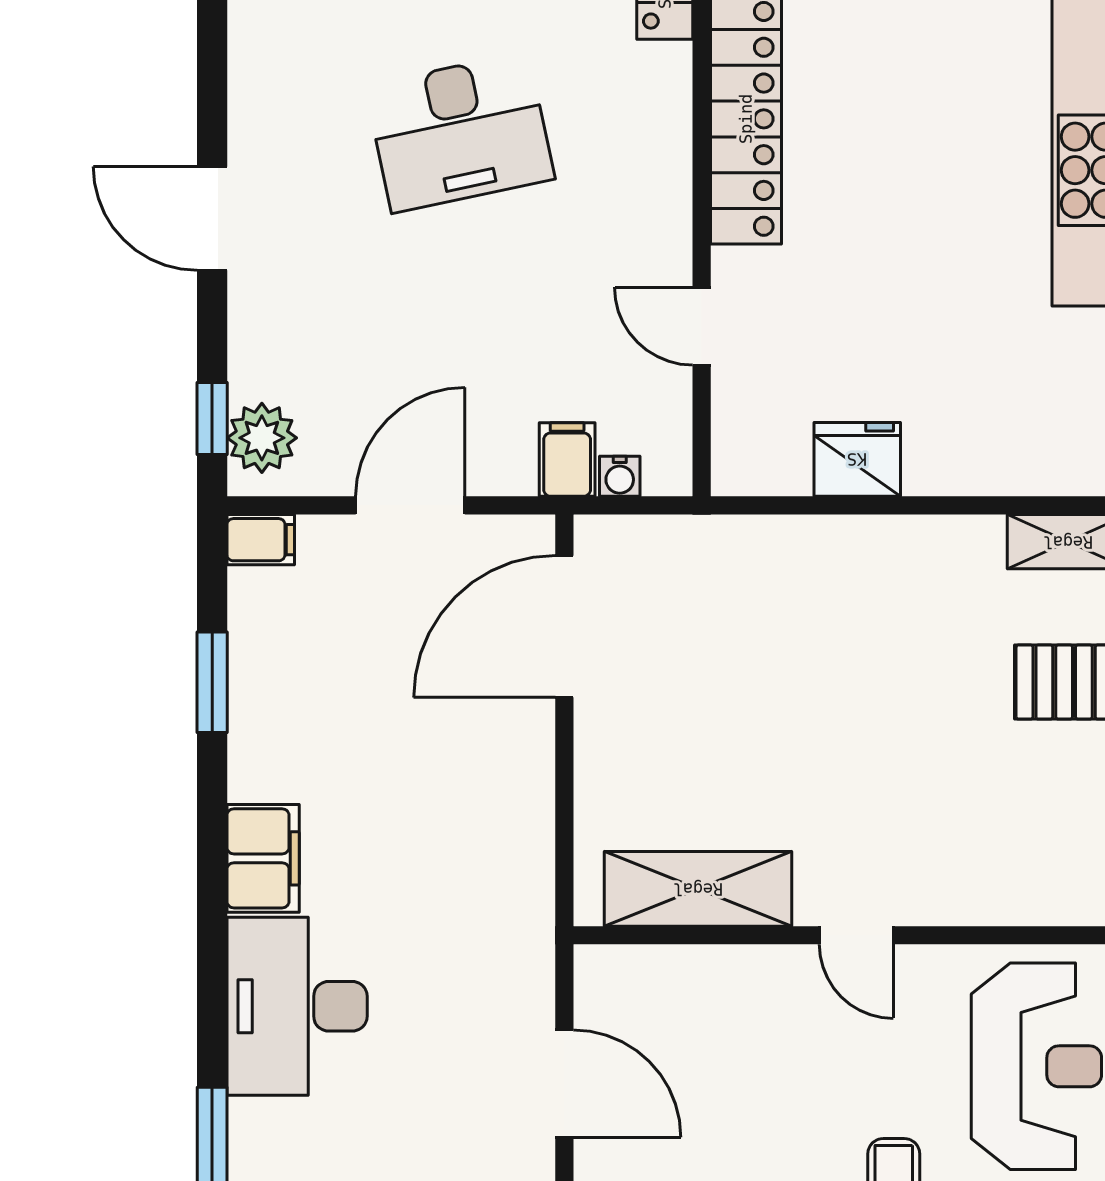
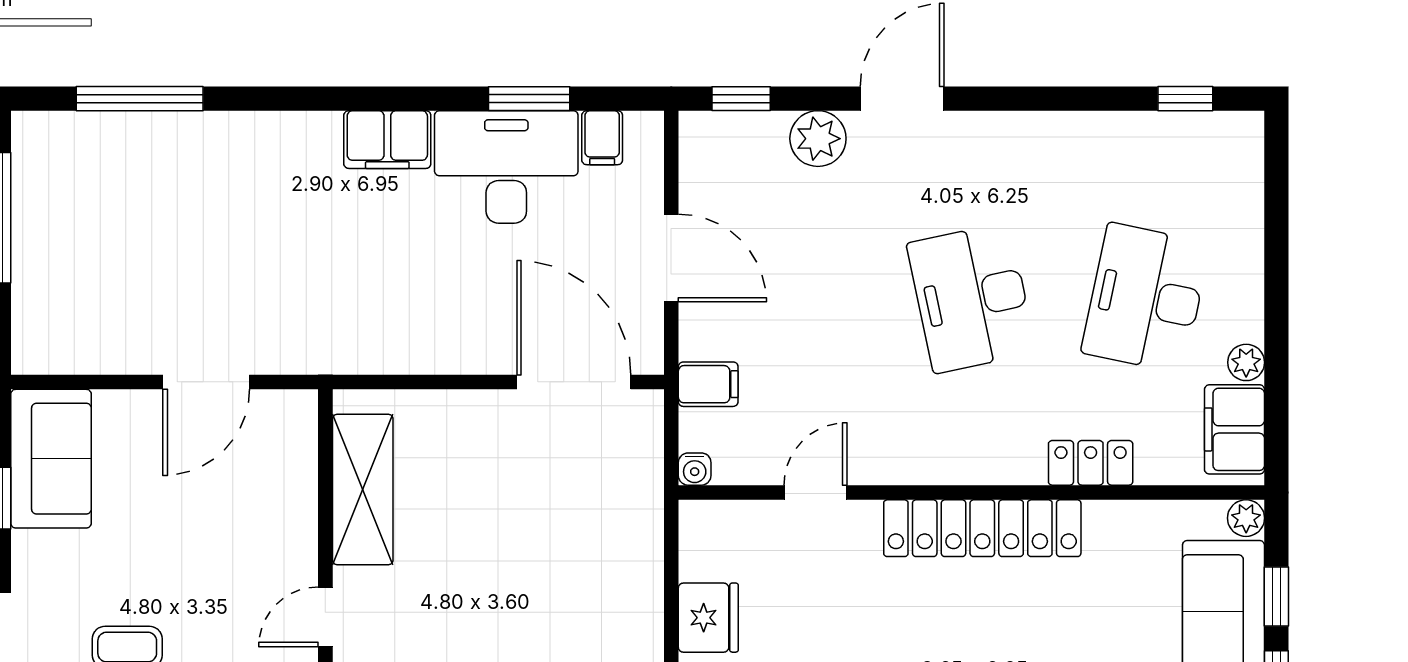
plant: (262, 438) -> (818, 139), moved
water cooler: (620, 476) -> (695, 469), moved, turned -90
filing cabinet: (261, 540) -> (602, 138), moved
desk: (297, 1006) -> (506, 167), moved

